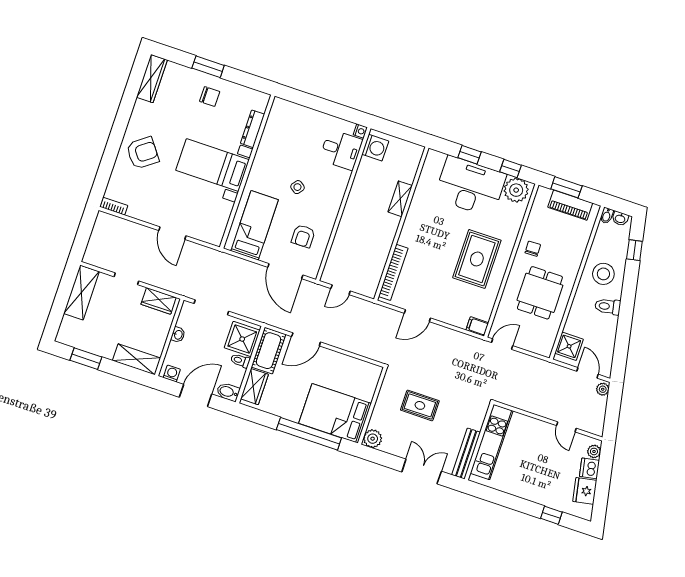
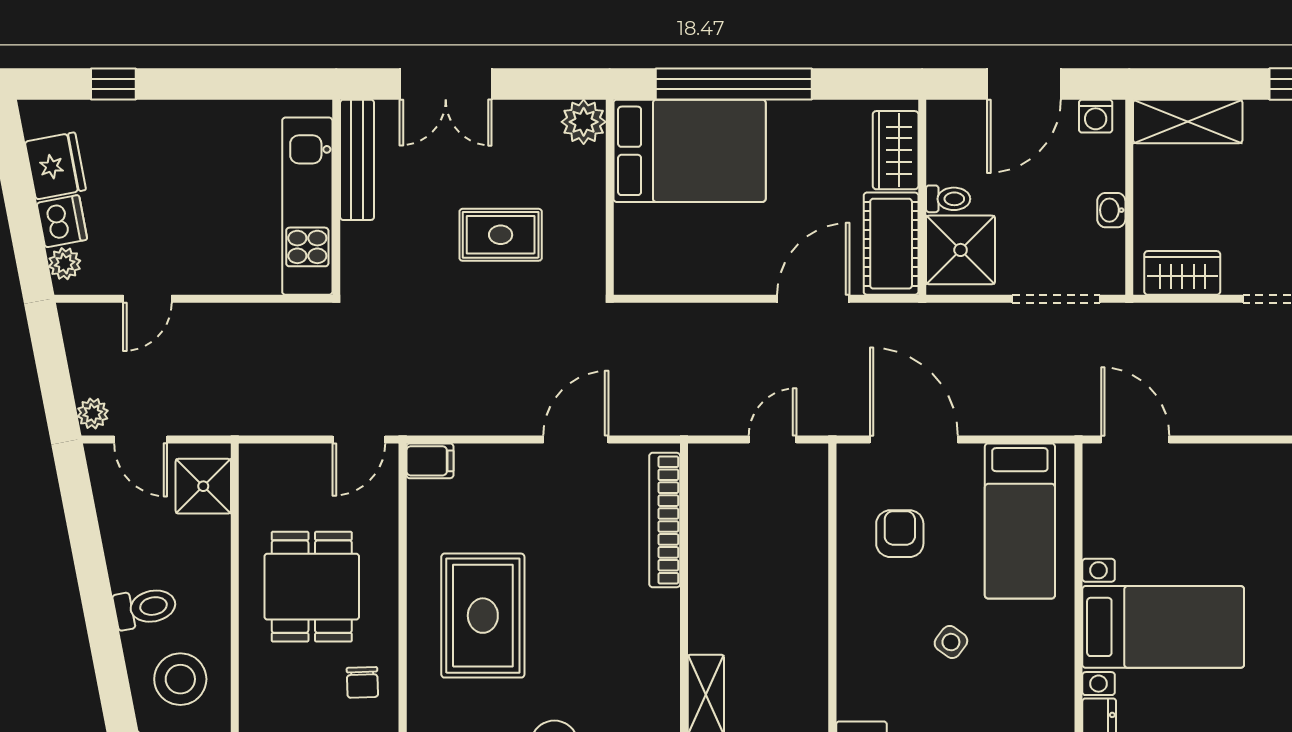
door: (172, 233) -> (1135, 439), moved
bidet: (228, 392) -> (952, 117), removed
door: (566, 427) -> (147, 299), swing flipped

